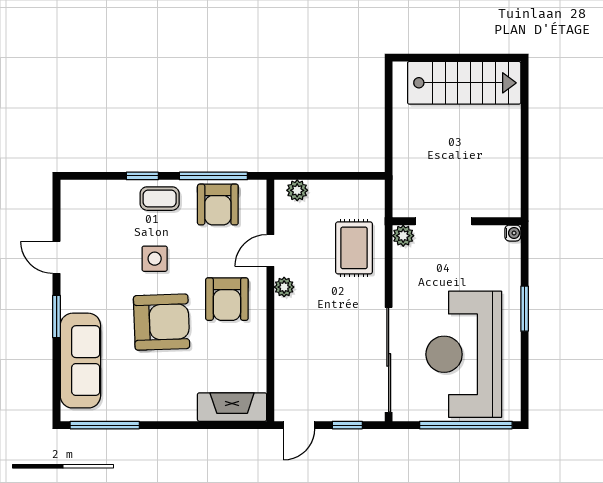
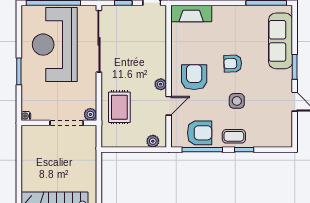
armchair: (218, 204) -> (200, 133), turned 90
armchair: (162, 322) -> (233, 64), width x0.53, depth x0.53
reception desk: (464, 354) -> (55, 45), turned 180

